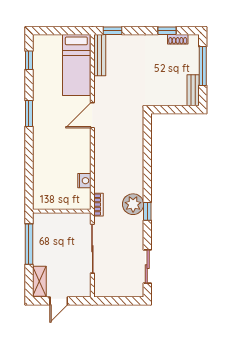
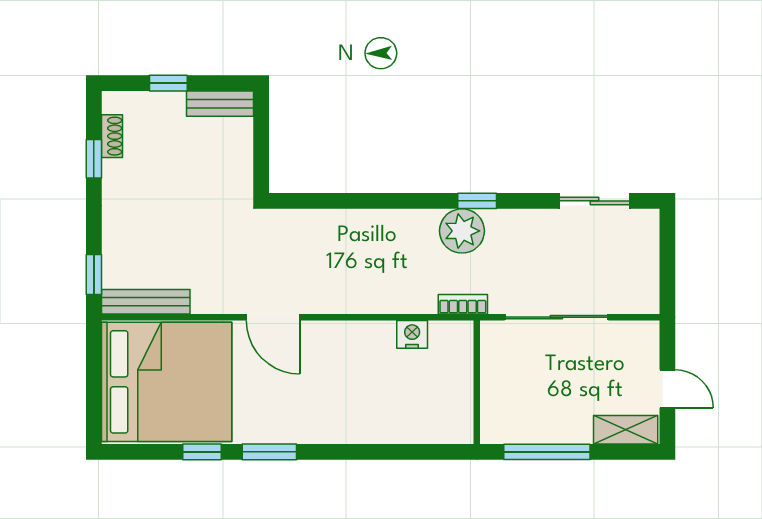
window: (29, 60) -> (202, 452), moved
bed: (76, 65) -> (167, 382), width x2.04
window: (203, 66) -> (168, 83), width x0.46

